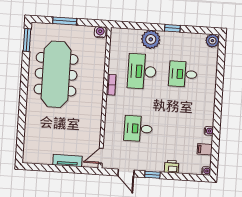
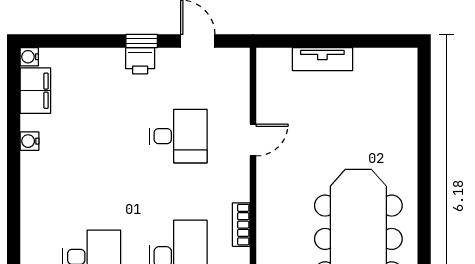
filing cabinet: (205, 149) -> (35, 91), width x2.00
door: (101, 156) -> (253, 140), moved
printer: (172, 167) -> (140, 61), moved

